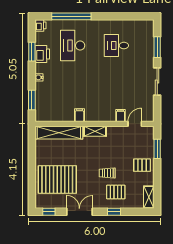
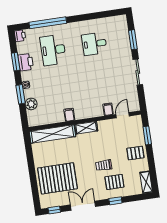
plant: (41, 98) -> (31, 104), added
window: (32, 100) -> (21, 94), moved

